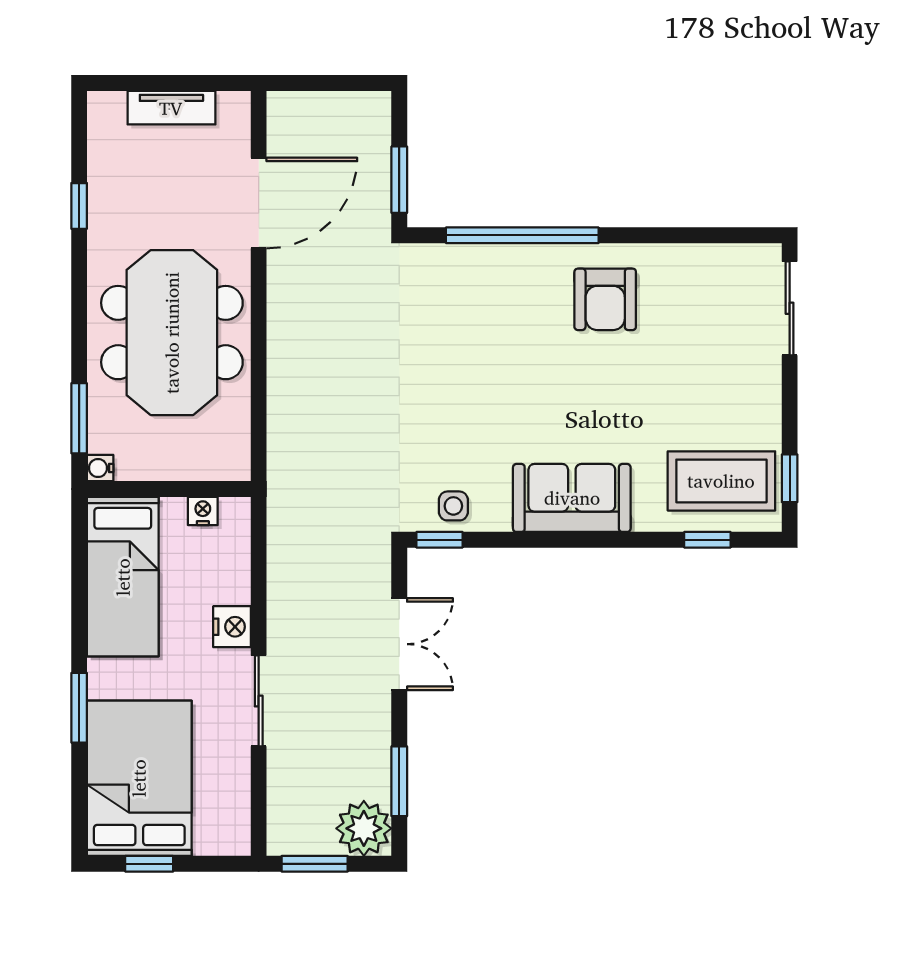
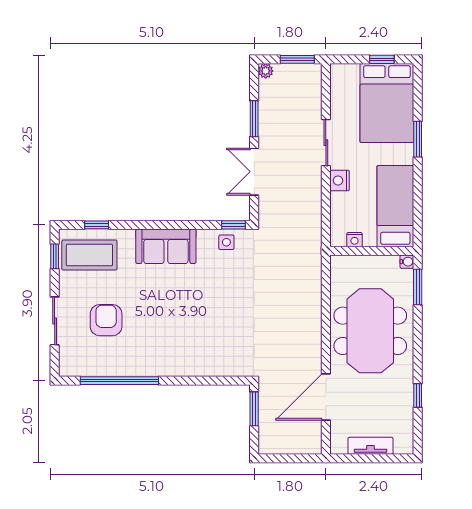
window: (522, 235) -> (119, 381), moved
armchair: (605, 299) -> (106, 320), moved
sliding door: (790, 308) -> (55, 321), moved
window: (399, 781) -> (254, 119), moved
plant: (364, 828) -> (266, 71), width x0.53, depth x0.53

